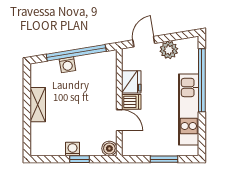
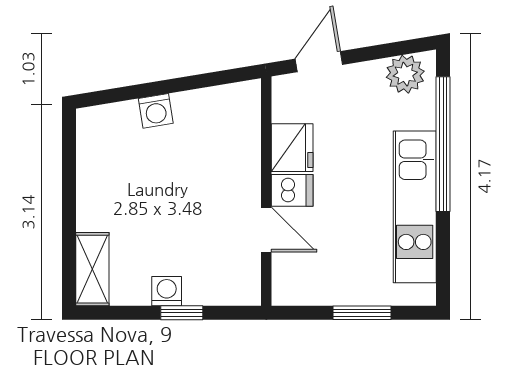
plant: (169, 50) -> (405, 74), moved
window: (76, 53) -> (174, 85), removed
shelving: (38, 105) -> (92, 269), moved
boiler: (109, 148) -> (245, 290), removed

